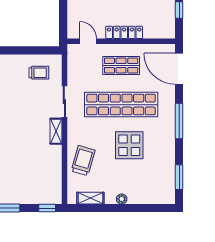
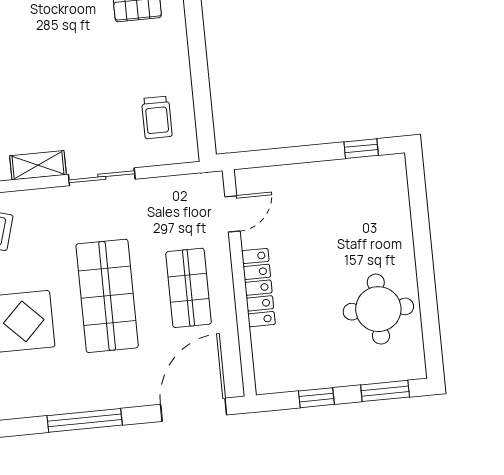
shop shelf: (121, 105) -> (107, 296), width x0.71

